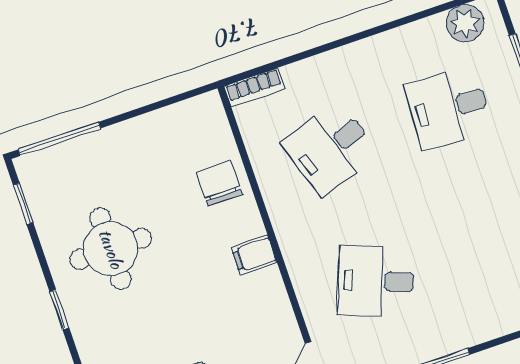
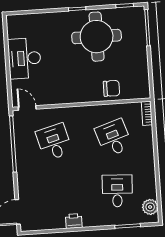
round table: (111, 249) -> (97, 37), width x1.36, depth x1.36
filing cabinet: (254, 255) -> (78, 95), removed
desk: (376, 281) -> (54, 142), turned -36

